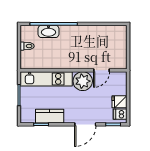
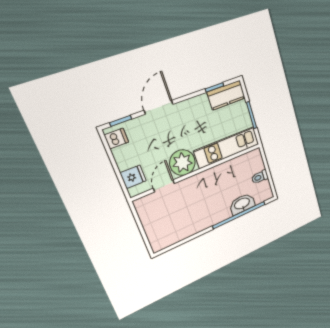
fridge: (119, 102) -> (133, 177), moved
kitchen counter: (50, 116) -> (226, 95), moved

